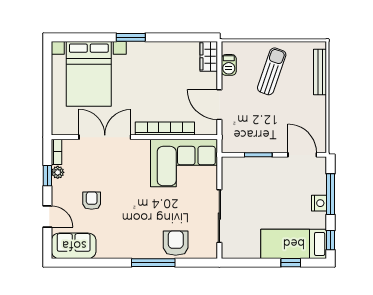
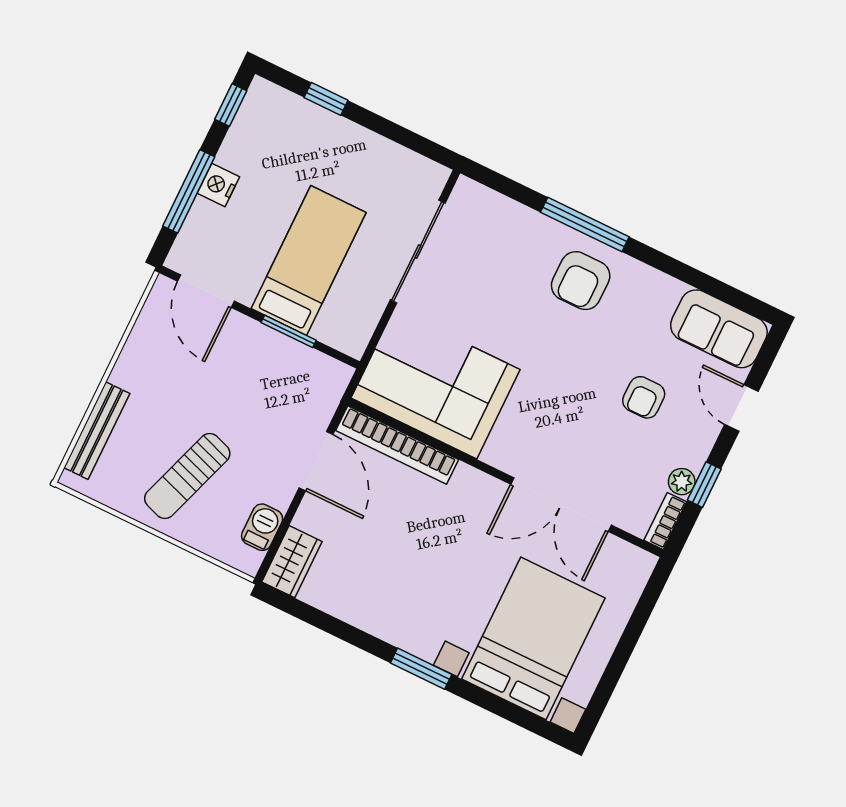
bookcase: (165, 129) -> (397, 445), moved
armchair: (176, 243) -> (581, 281), moved
bed: (294, 244) -> (309, 261), moved, turned -90

